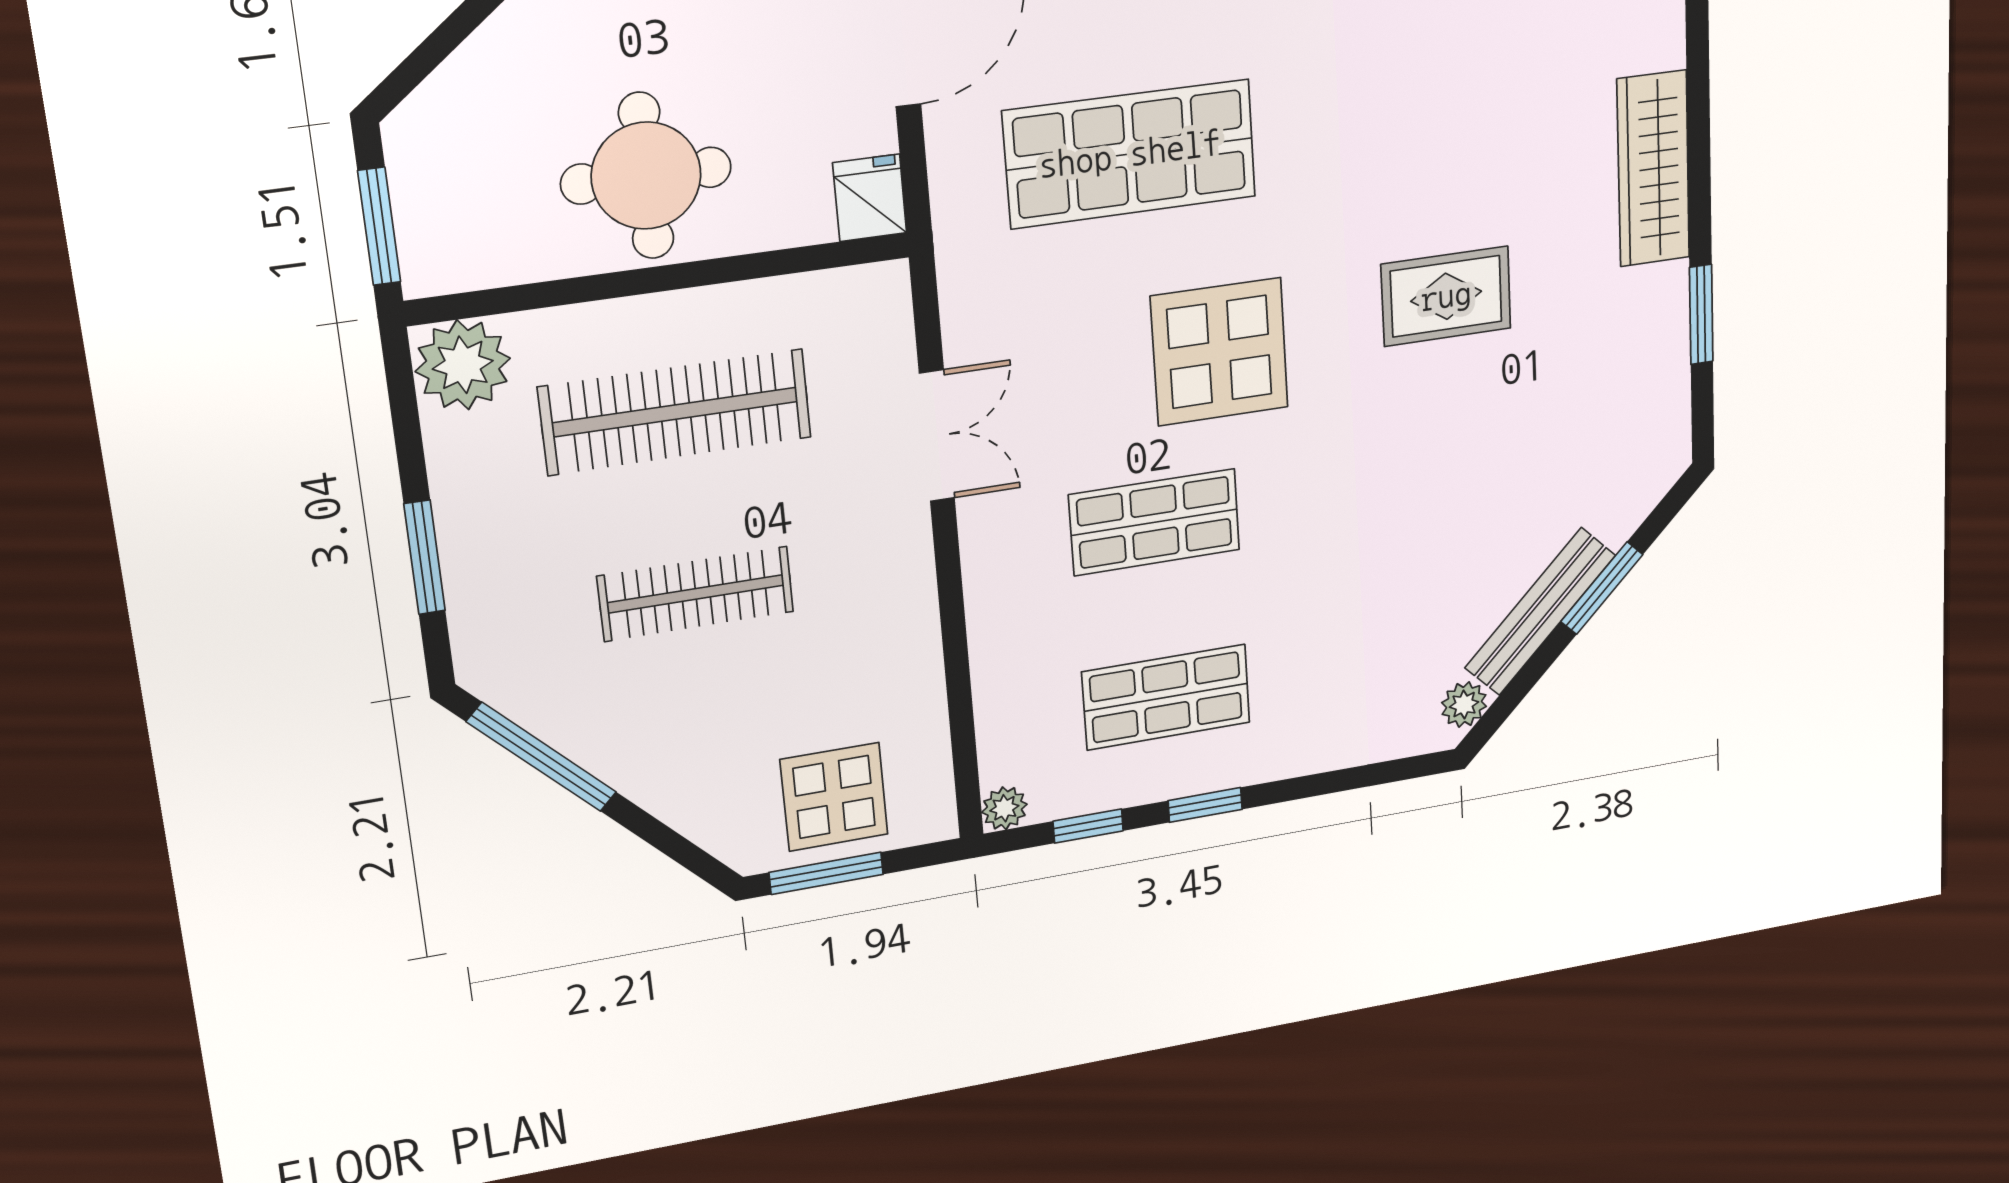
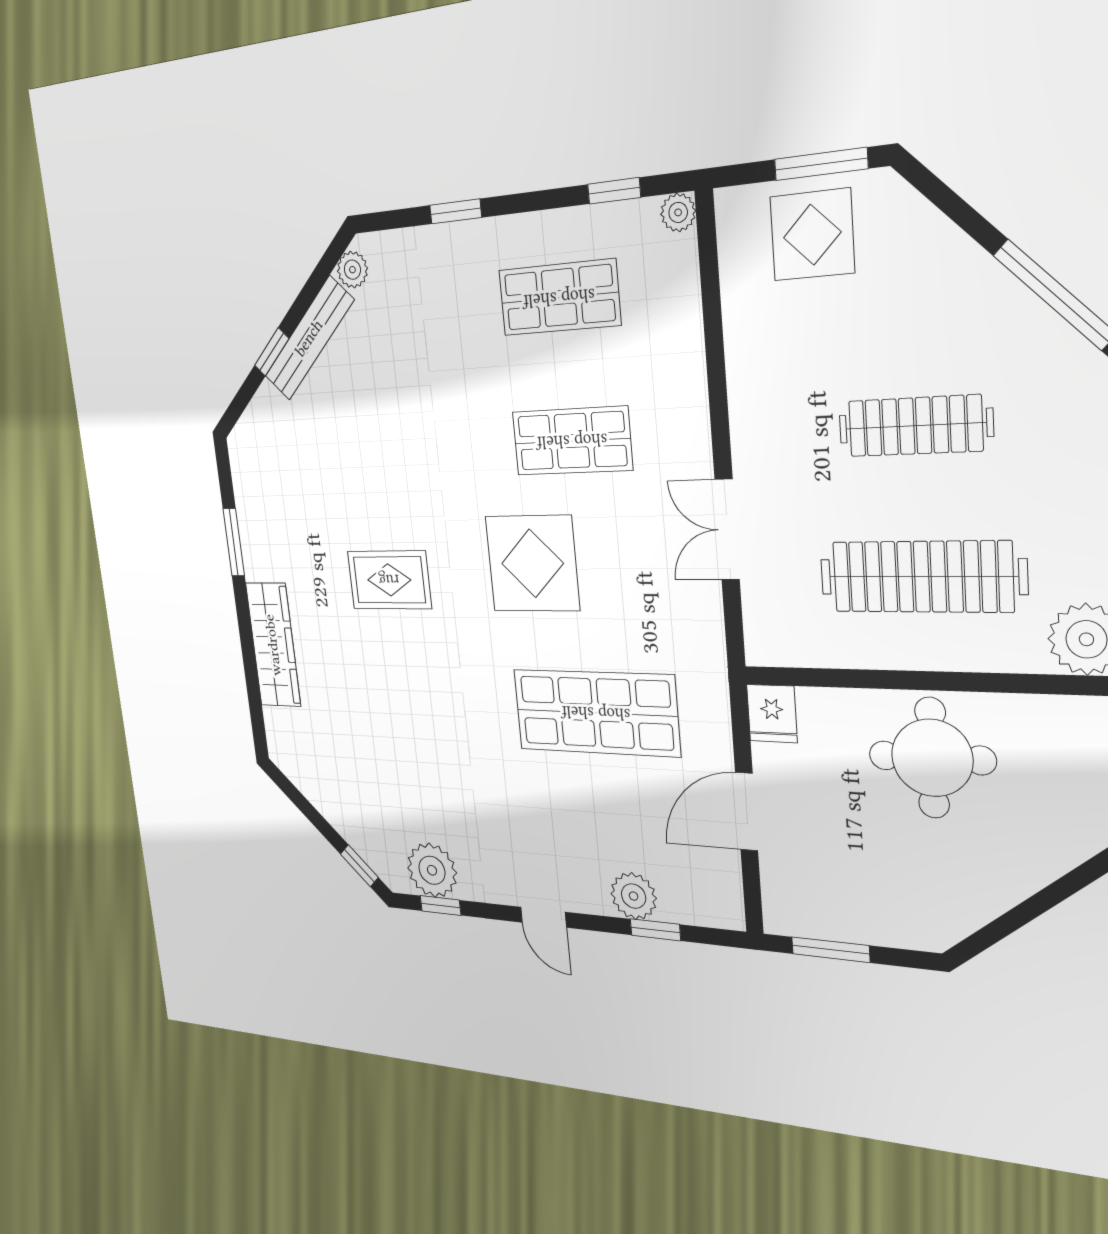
window: (1602, 588) -> (272, 352), width x0.67
window: (1205, 805) -> (456, 211), moved

